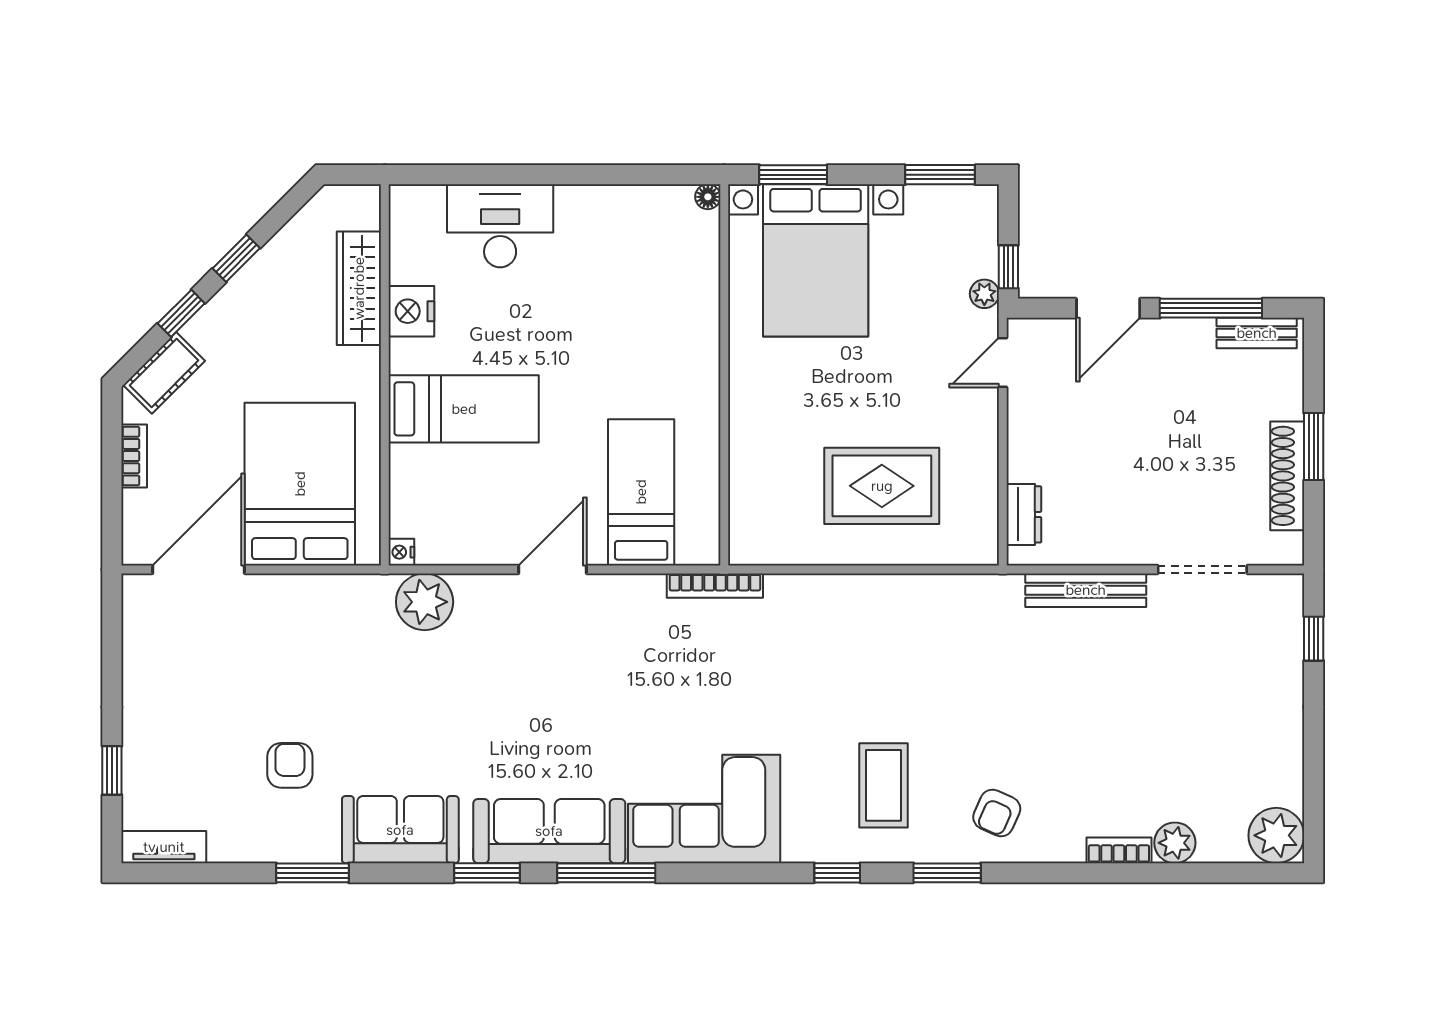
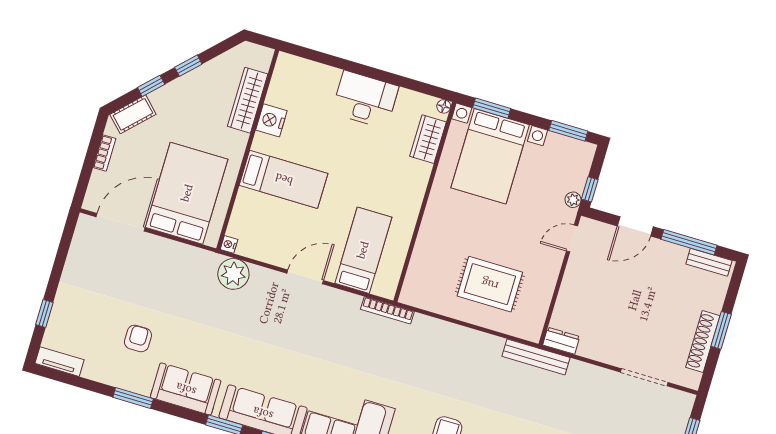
desk: (500, 226) -> (365, 100), moved
wardrobe: (697, 263) -> (428, 139), added
dresser: (1024, 514) -> (561, 341), moved, turned -90
bench: (1086, 590) -> (536, 357), moved

